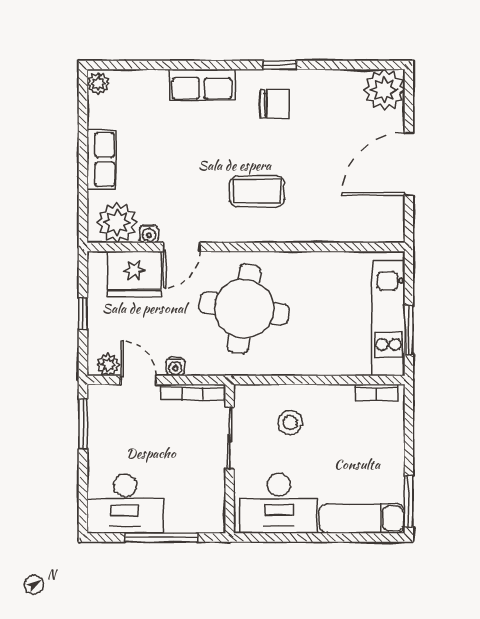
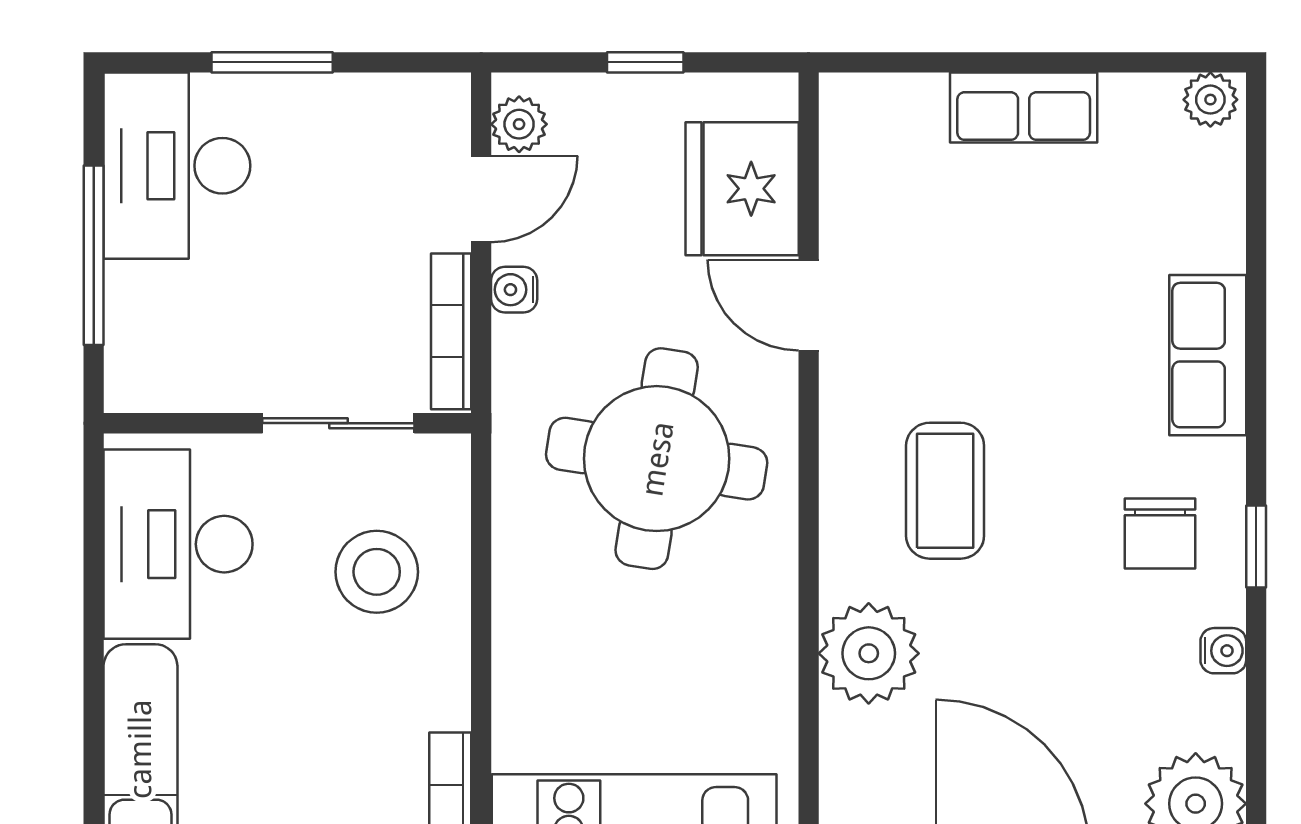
plant: (117, 223) -> (869, 653), moved
water cooler: (149, 234) -> (1223, 651), moved, turned 180
stool: (290, 422) -> (377, 572), width x1.38, depth x1.38
window: (83, 424) -> (272, 62), moved

